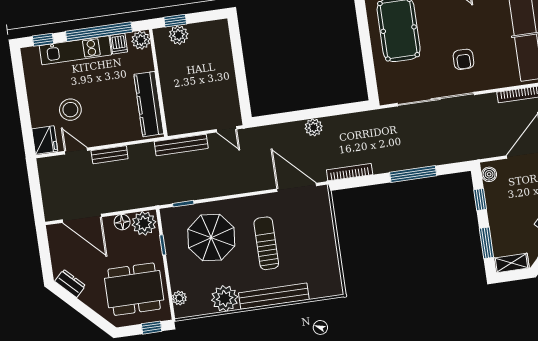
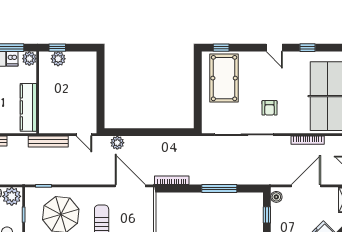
plant: (314, 127) -> (117, 143), moved

